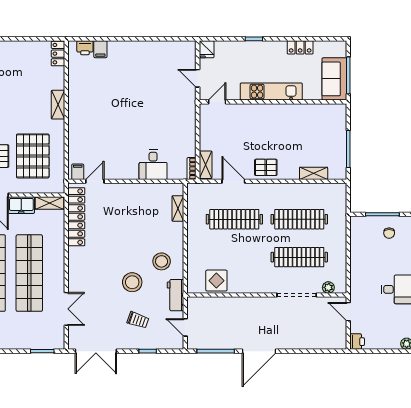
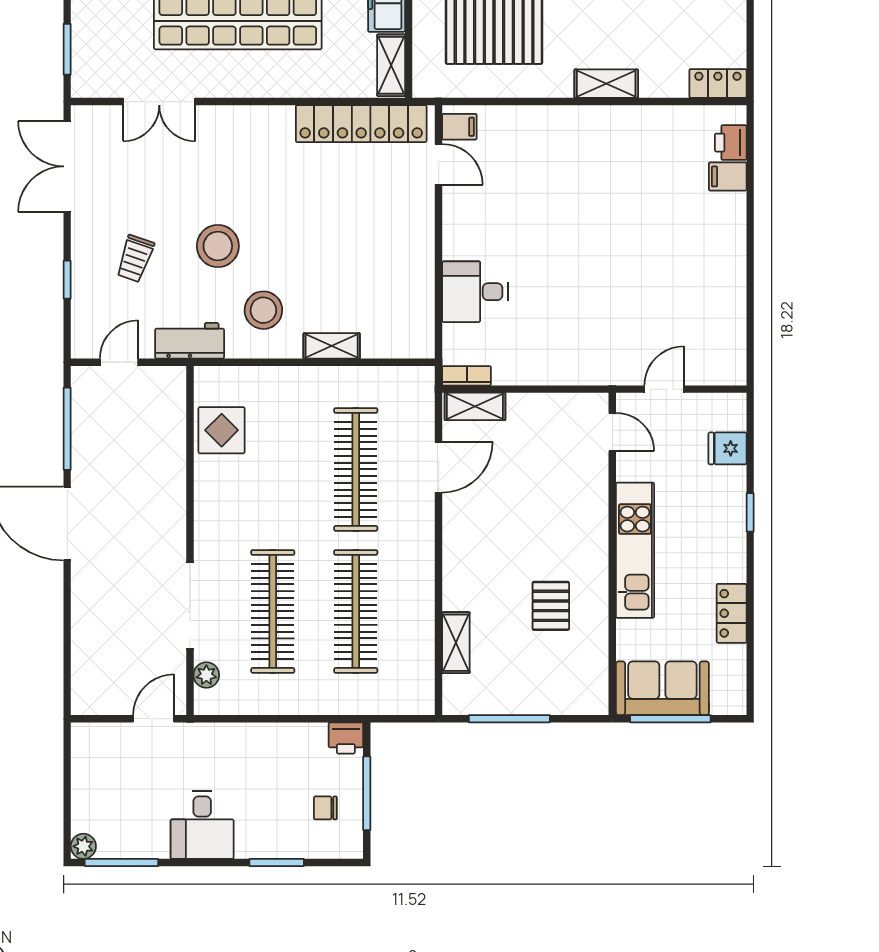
fridge: (207, 49) -> (727, 448), moved
pallet: (266, 167) -> (551, 606), moved
shelving: (178, 208) -> (332, 346), moved
printer: (357, 342) -> (346, 738), moved

